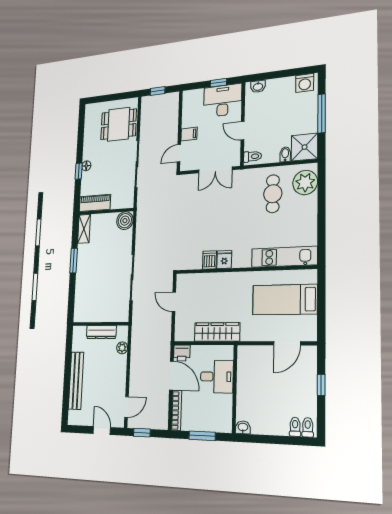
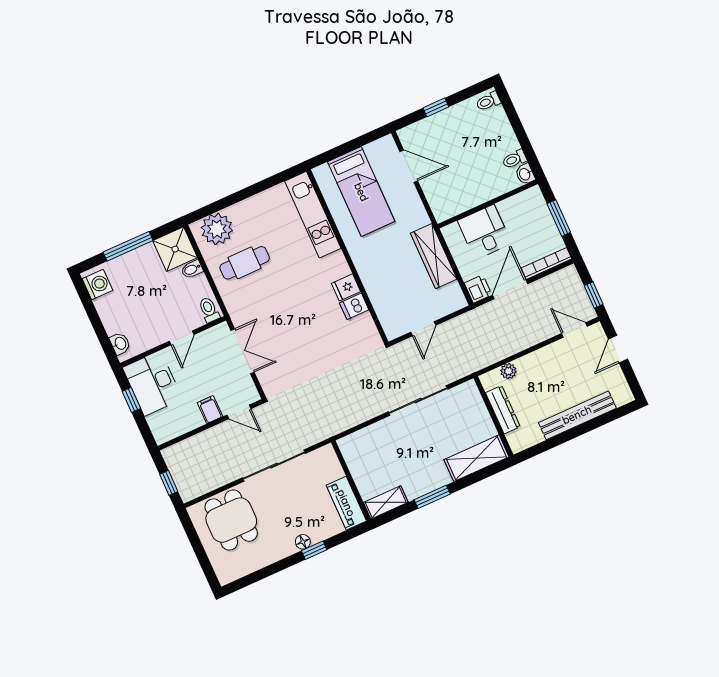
boiler: (125, 221) -> (352, 447), removed
shelving: (82, 300) -> (477, 458), added
toilet: (295, 427) -> (514, 159), moved

